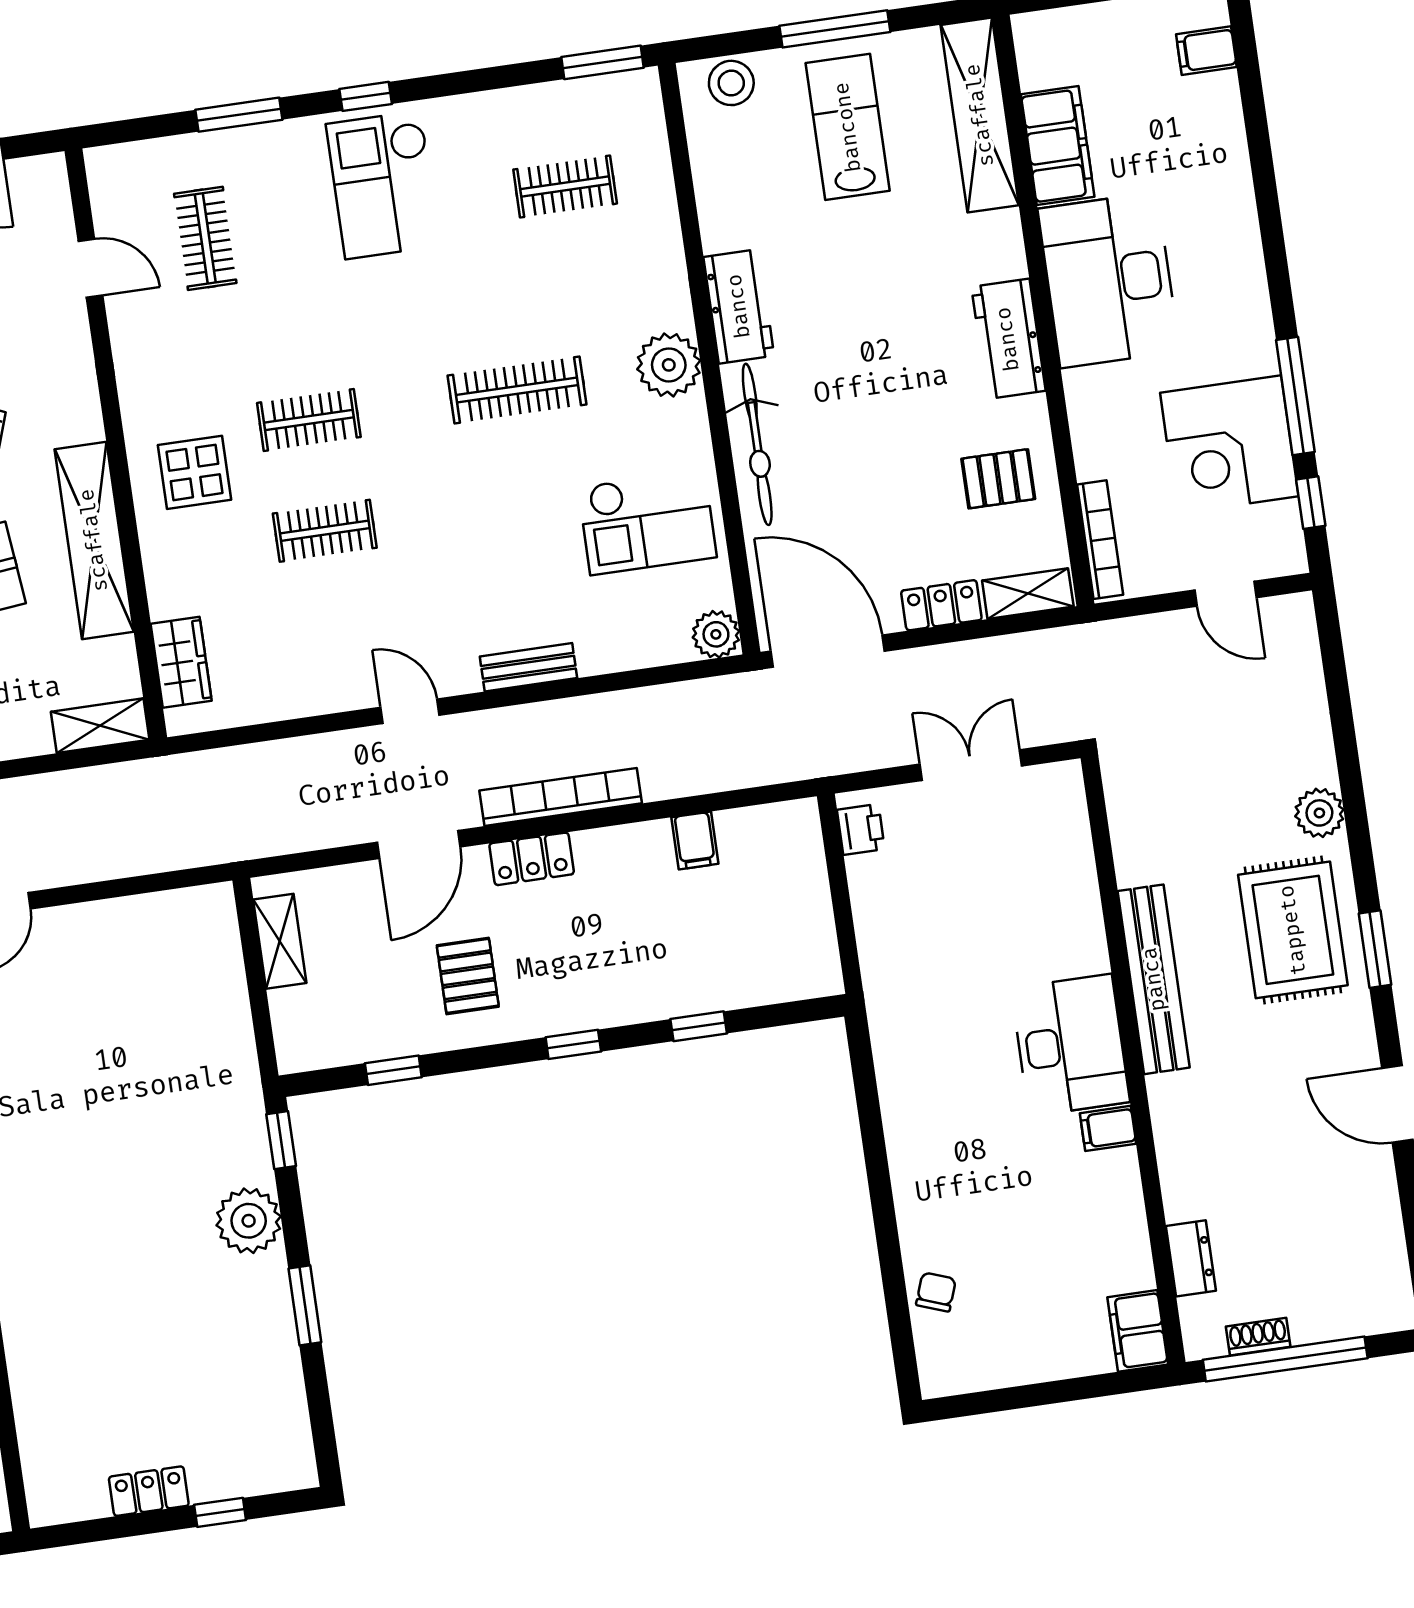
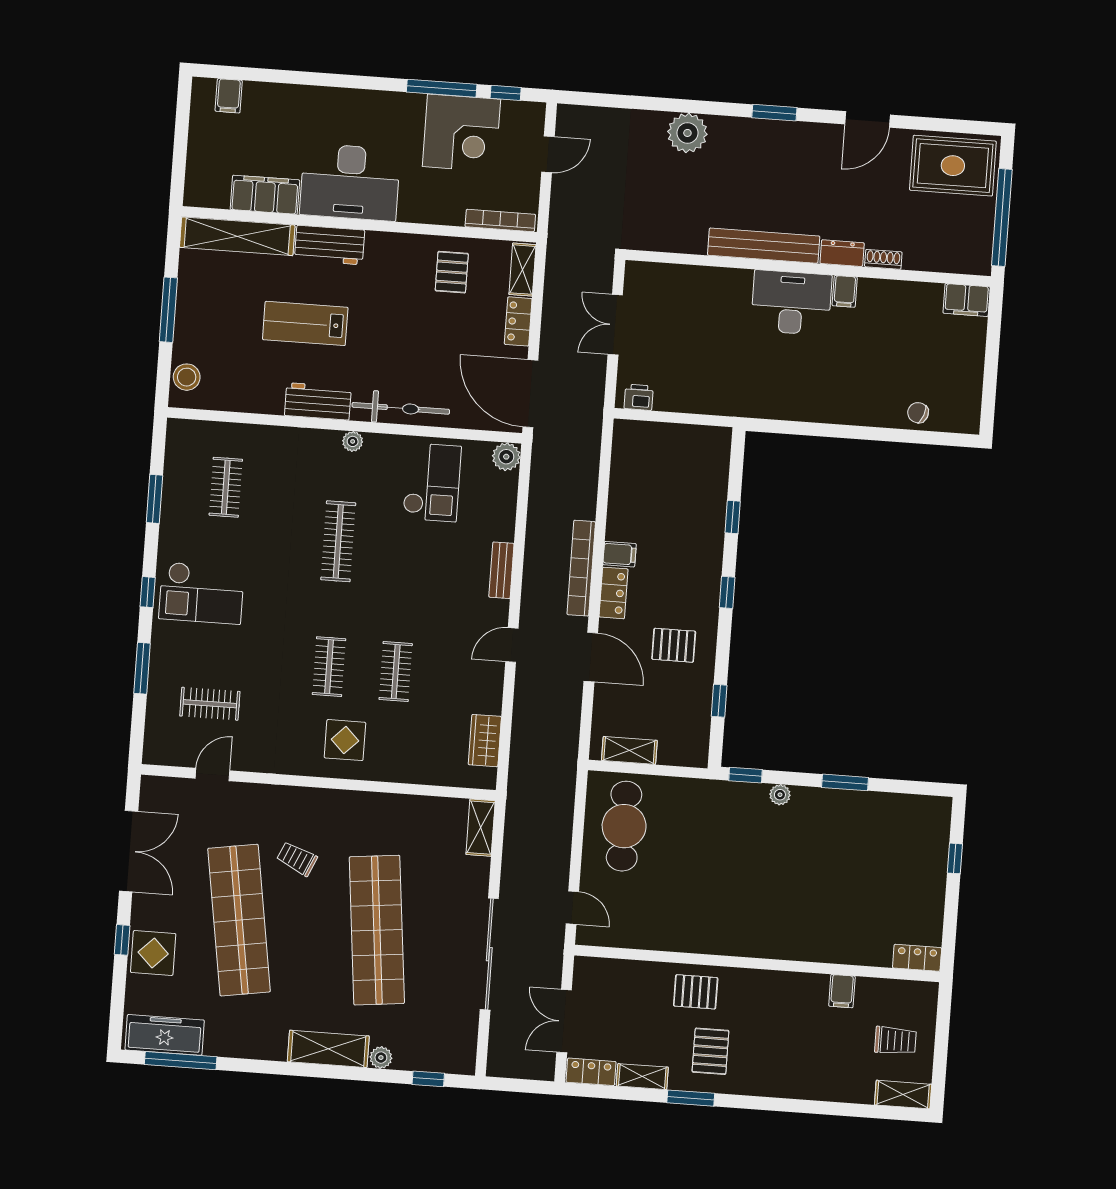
window: (603, 62) -> (154, 499), moved
lab bench: (848, 127) -> (305, 323), moved
workbench: (1008, 339) -> (330, 245), moved
plant: (669, 365) -> (353, 441), width x0.53, depth x0.53
shelving: (94, 540) -> (372, 807), removed
door: (828, 651) -> (530, 394), hinge flipped
wardrobe: (181, 662) -> (485, 741), moved, turned -90
plant: (1319, 813) -> (687, 133), width x1.36, depth x1.36
filing cabinet: (695, 841) -> (620, 554), moved
rug: (1293, 930) -> (953, 166), moved
cafe table: (154, 960) -> (624, 826), added
plant: (249, 1221) -> (780, 795), width x0.53, depth x0.53
dresser: (1191, 1258) -> (842, 253), moved
shoe rack: (1258, 1337) -> (883, 259), moved, turned 90
locker: (149, 1491) -> (917, 958), moved, turned 90

